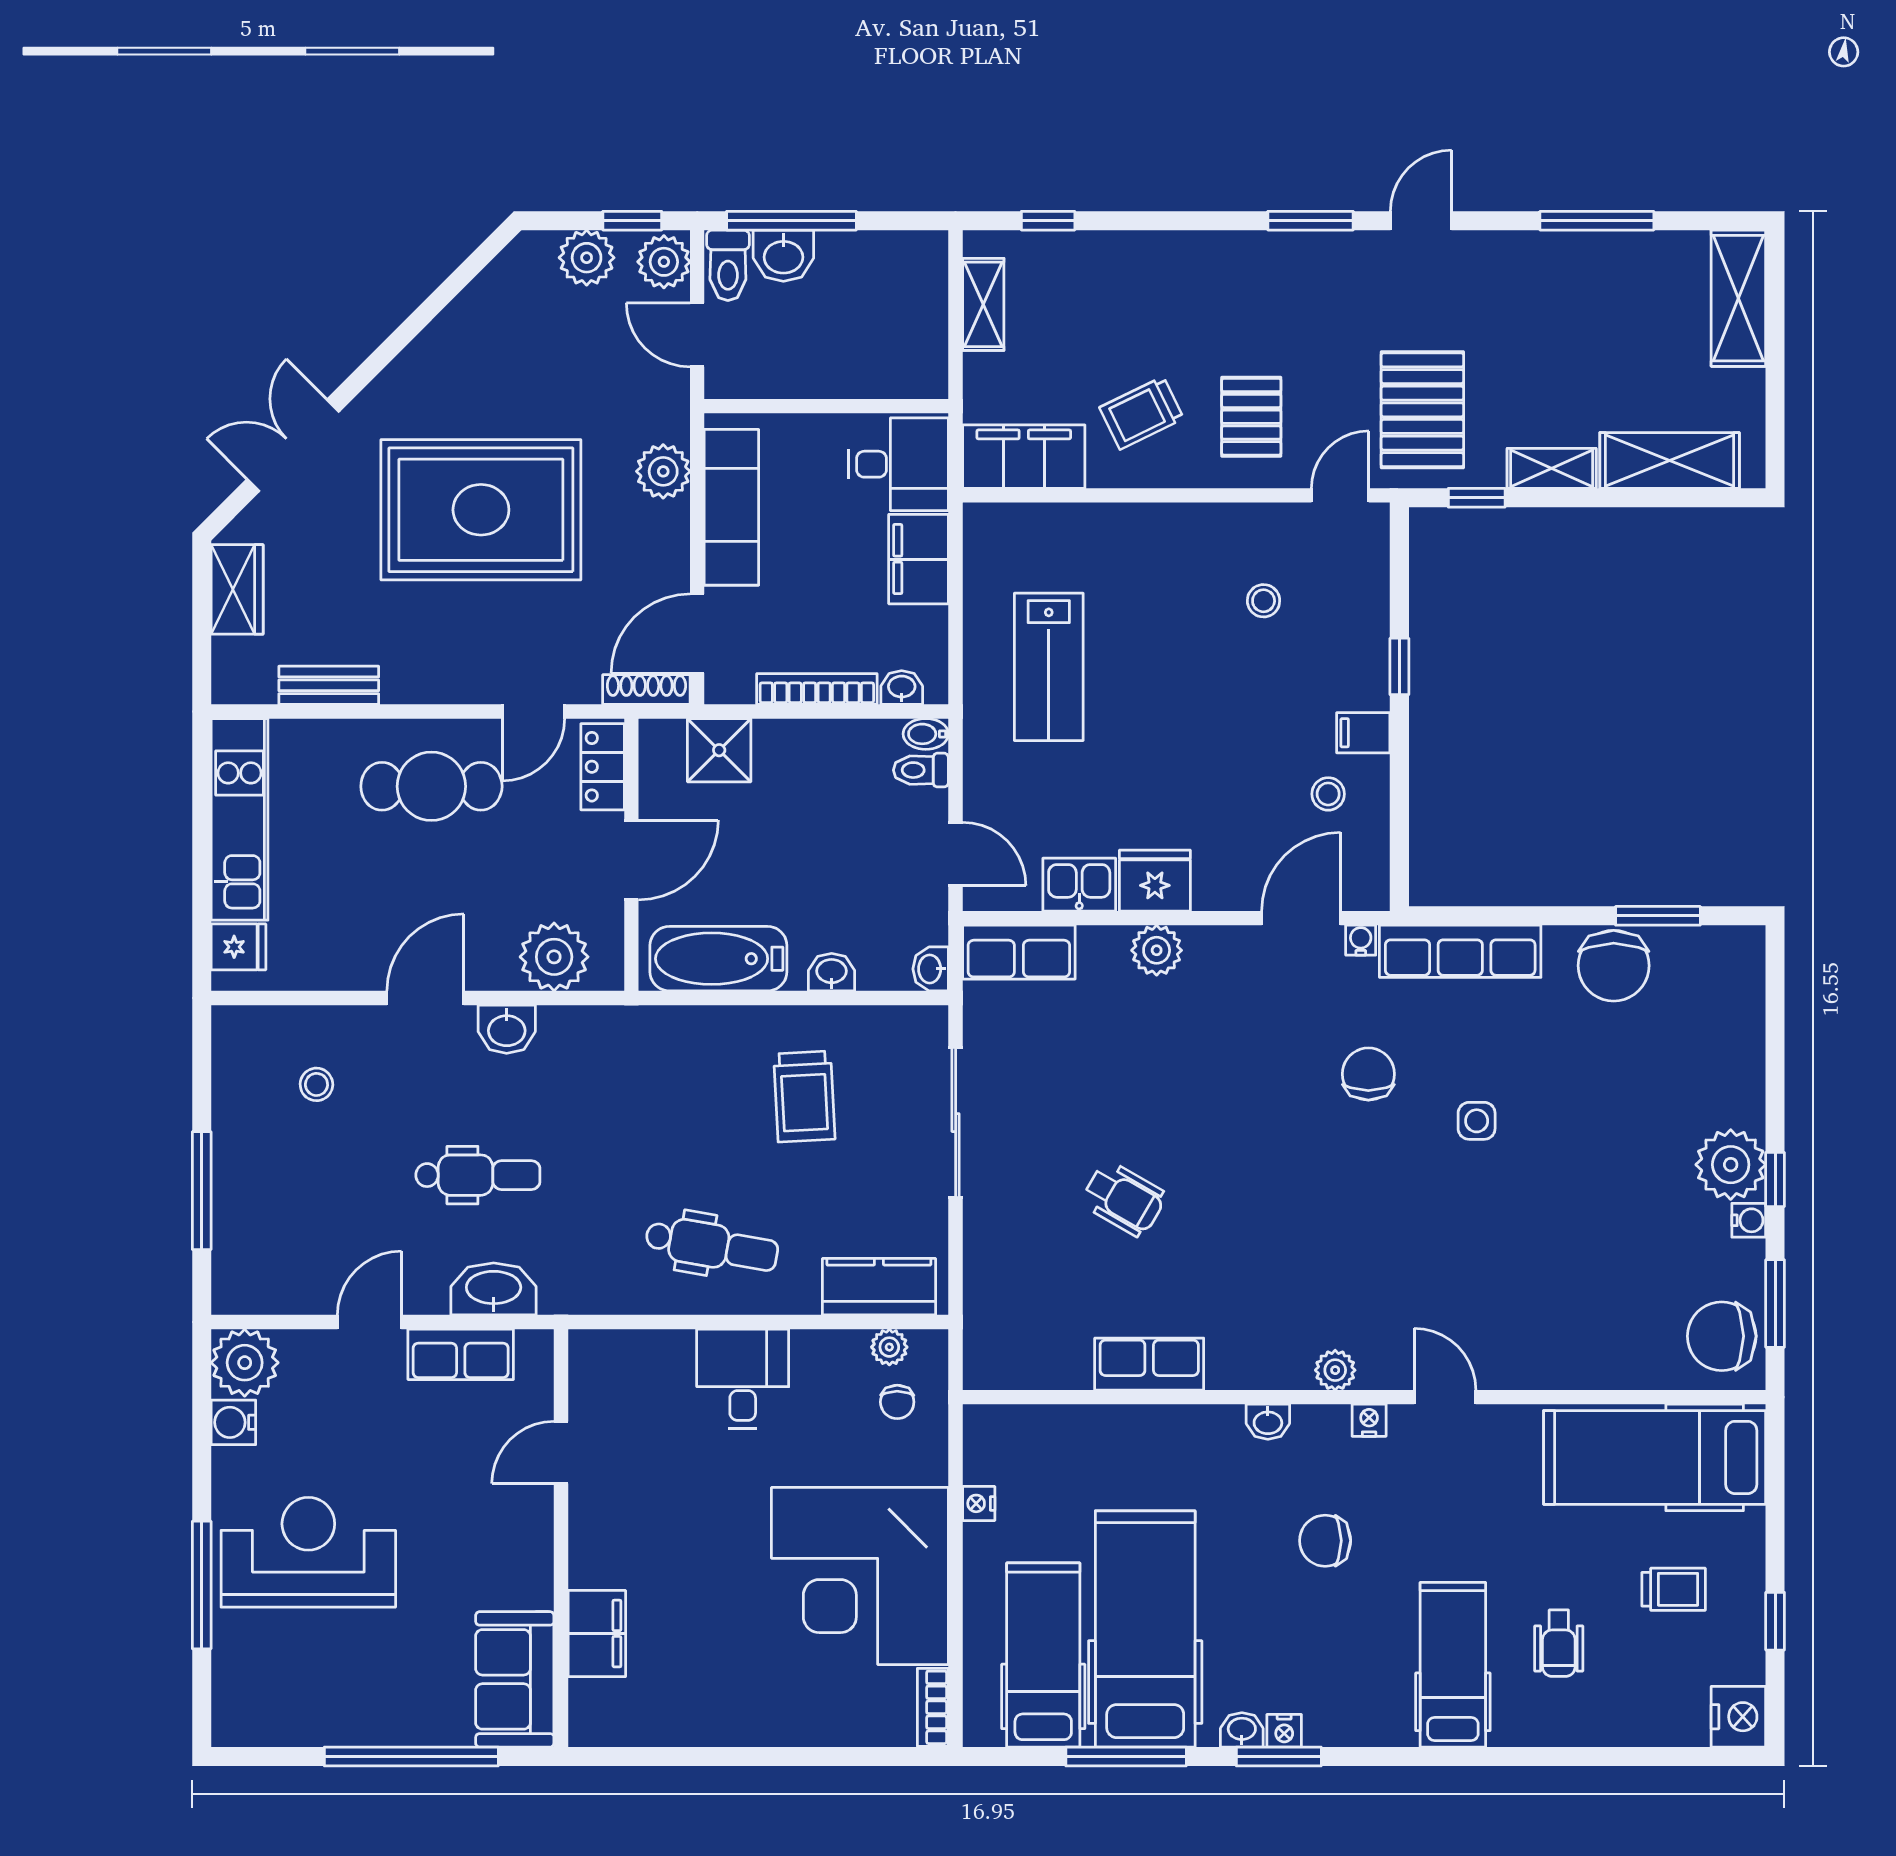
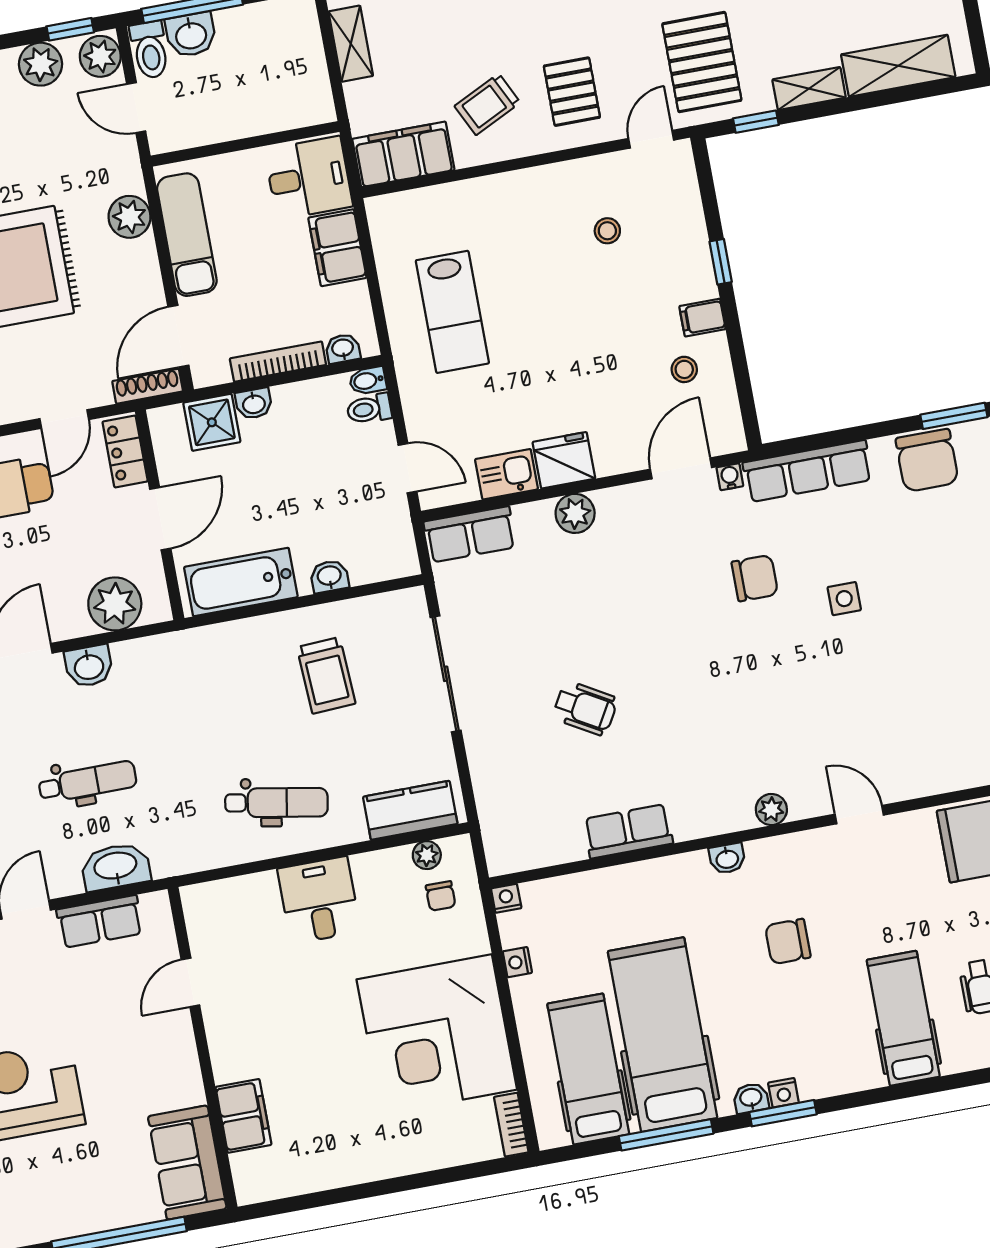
washbasin: (931, 969) -> (254, 404), moved, turned -90
chair: (1368, 1074) -> (755, 578), turned 90
nightstand: (1369, 1420) -> (506, 898), moved

